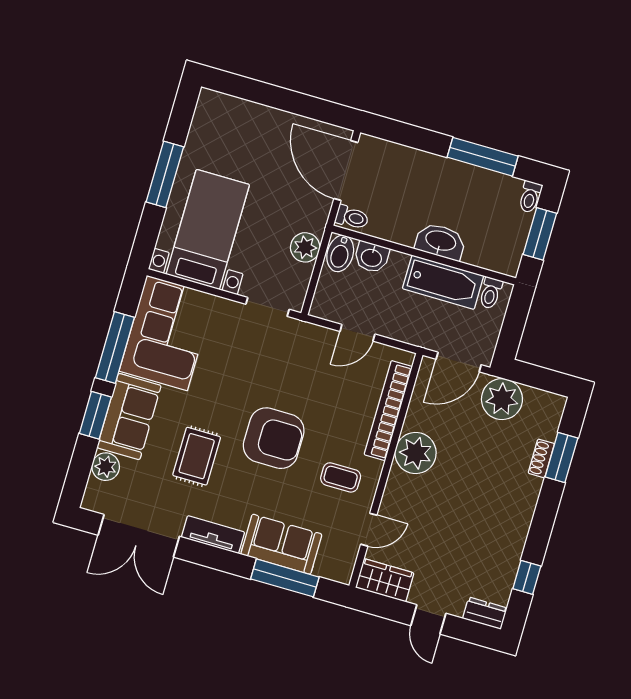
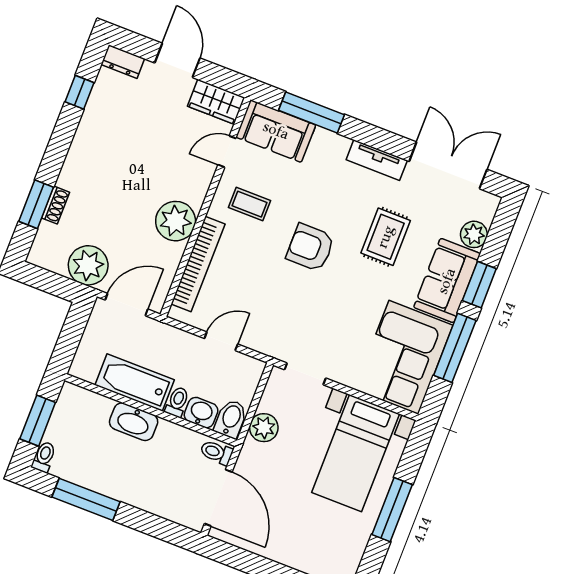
toilet: (491, 293) -> (177, 402), moved
armchair: (274, 438) -> (310, 247), width x0.73, depth x0.73
sofa: (281, 544) -> (276, 131), moved
door: (428, 619) -> (177, 60), width x1.38

